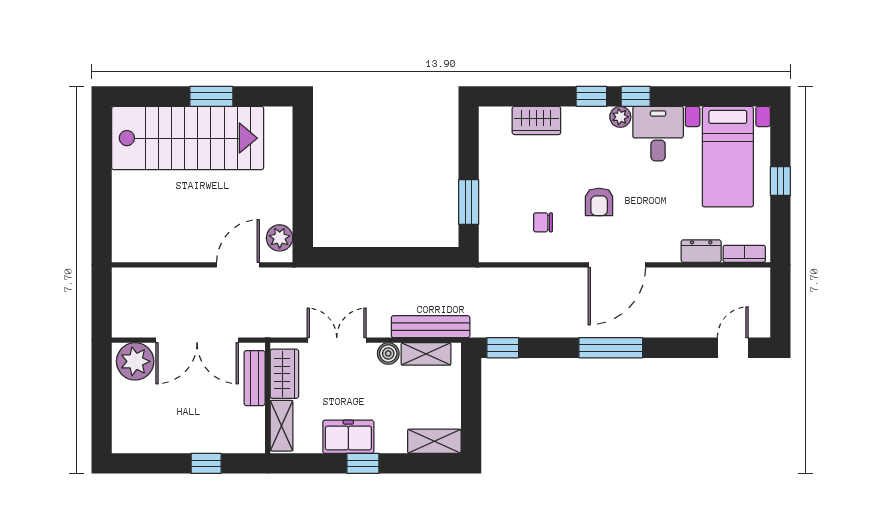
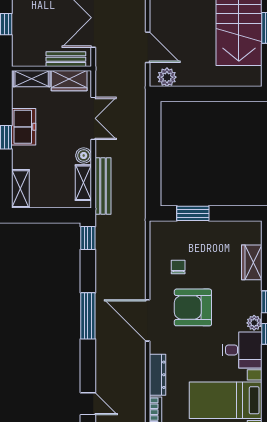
armchair: (599, 202) -> (193, 307), width x1.88, depth x1.88
dresser: (701, 251) -> (158, 375), width x1.44

